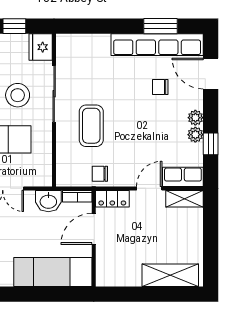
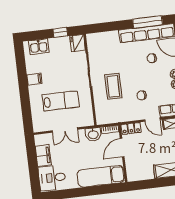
window: (160, 26) -> (148, 22), width x1.44
stool: (18, 95) -> (67, 73), removed
chair: (100, 174) -> (142, 95), moved
door: (149, 188) -> (152, 120), swing flipped

